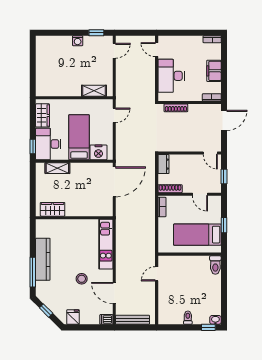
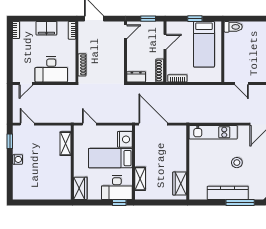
wardrobe: (43, 115) -> (80, 188), moved, turned 90
stool: (82, 279) -> (237, 163), moved

